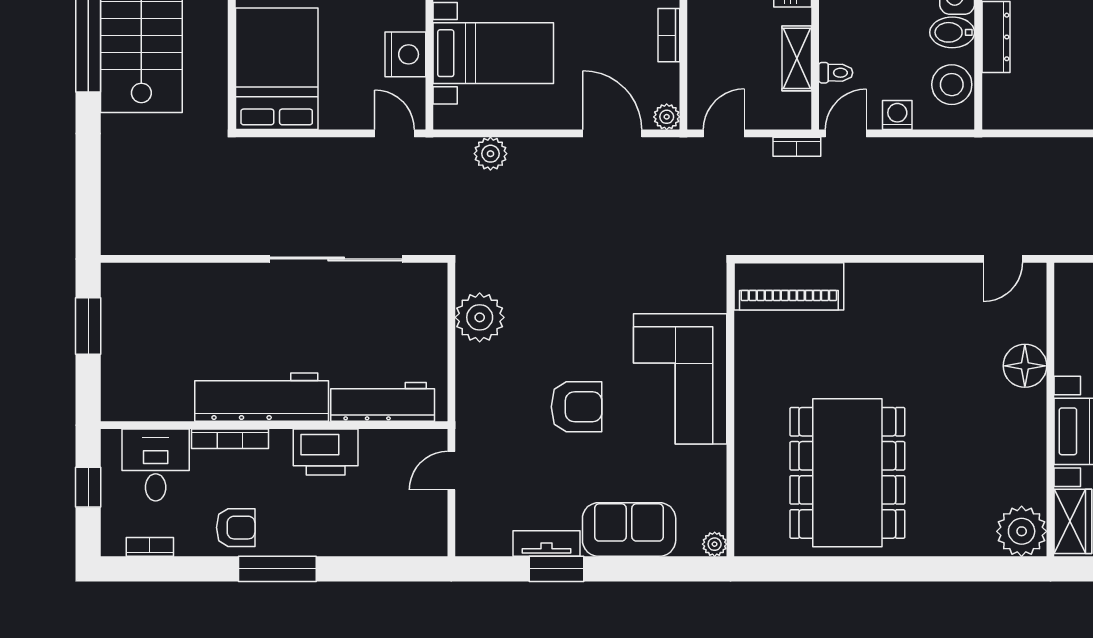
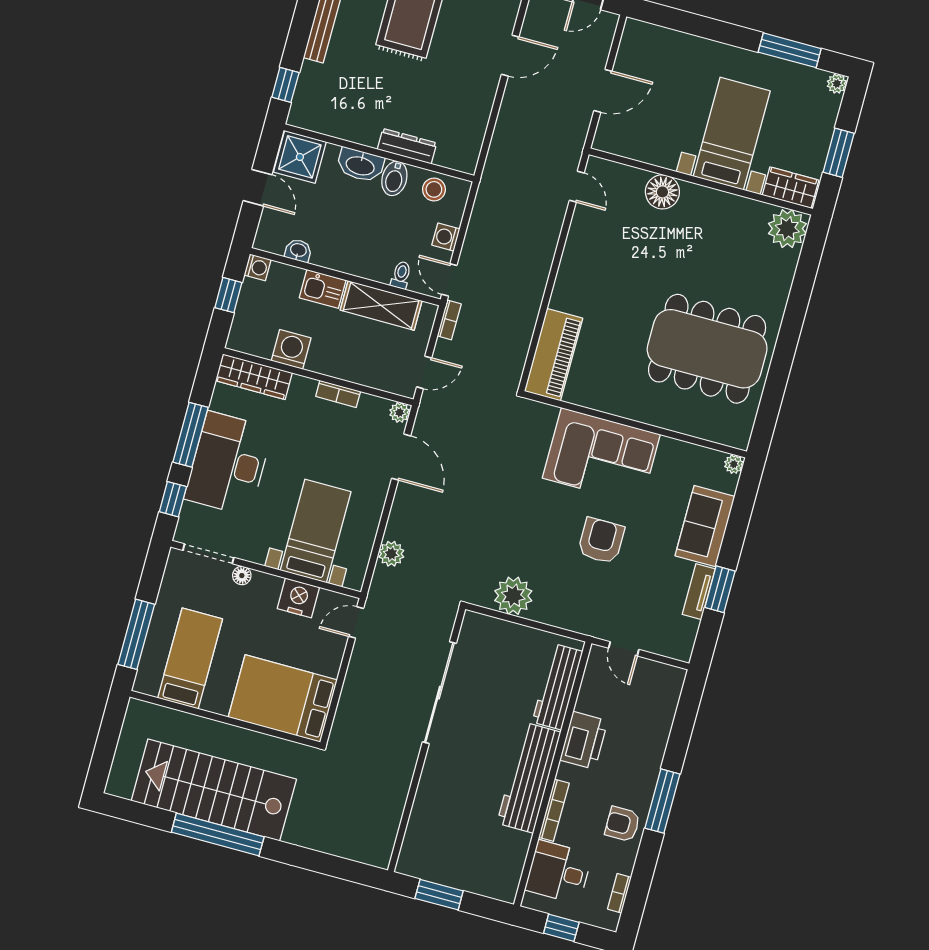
shelving: (797, 58) -> (381, 305), width x1.50, depth x1.33
stool: (952, 85) -> (434, 189), width x0.73, depth x0.73
door: (612, 133) -> (401, 457), swing flipped
door: (724, 133) -> (424, 372), swing flipped
armchair: (236, 528) -> (623, 824), turned -90

